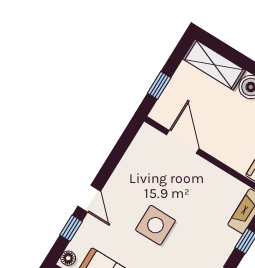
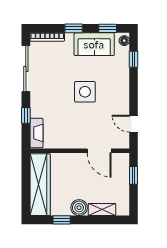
shelving: (214, 65) -> (102, 210), width x0.67, depth x0.75
door: (89, 199) -> (134, 124), moved

